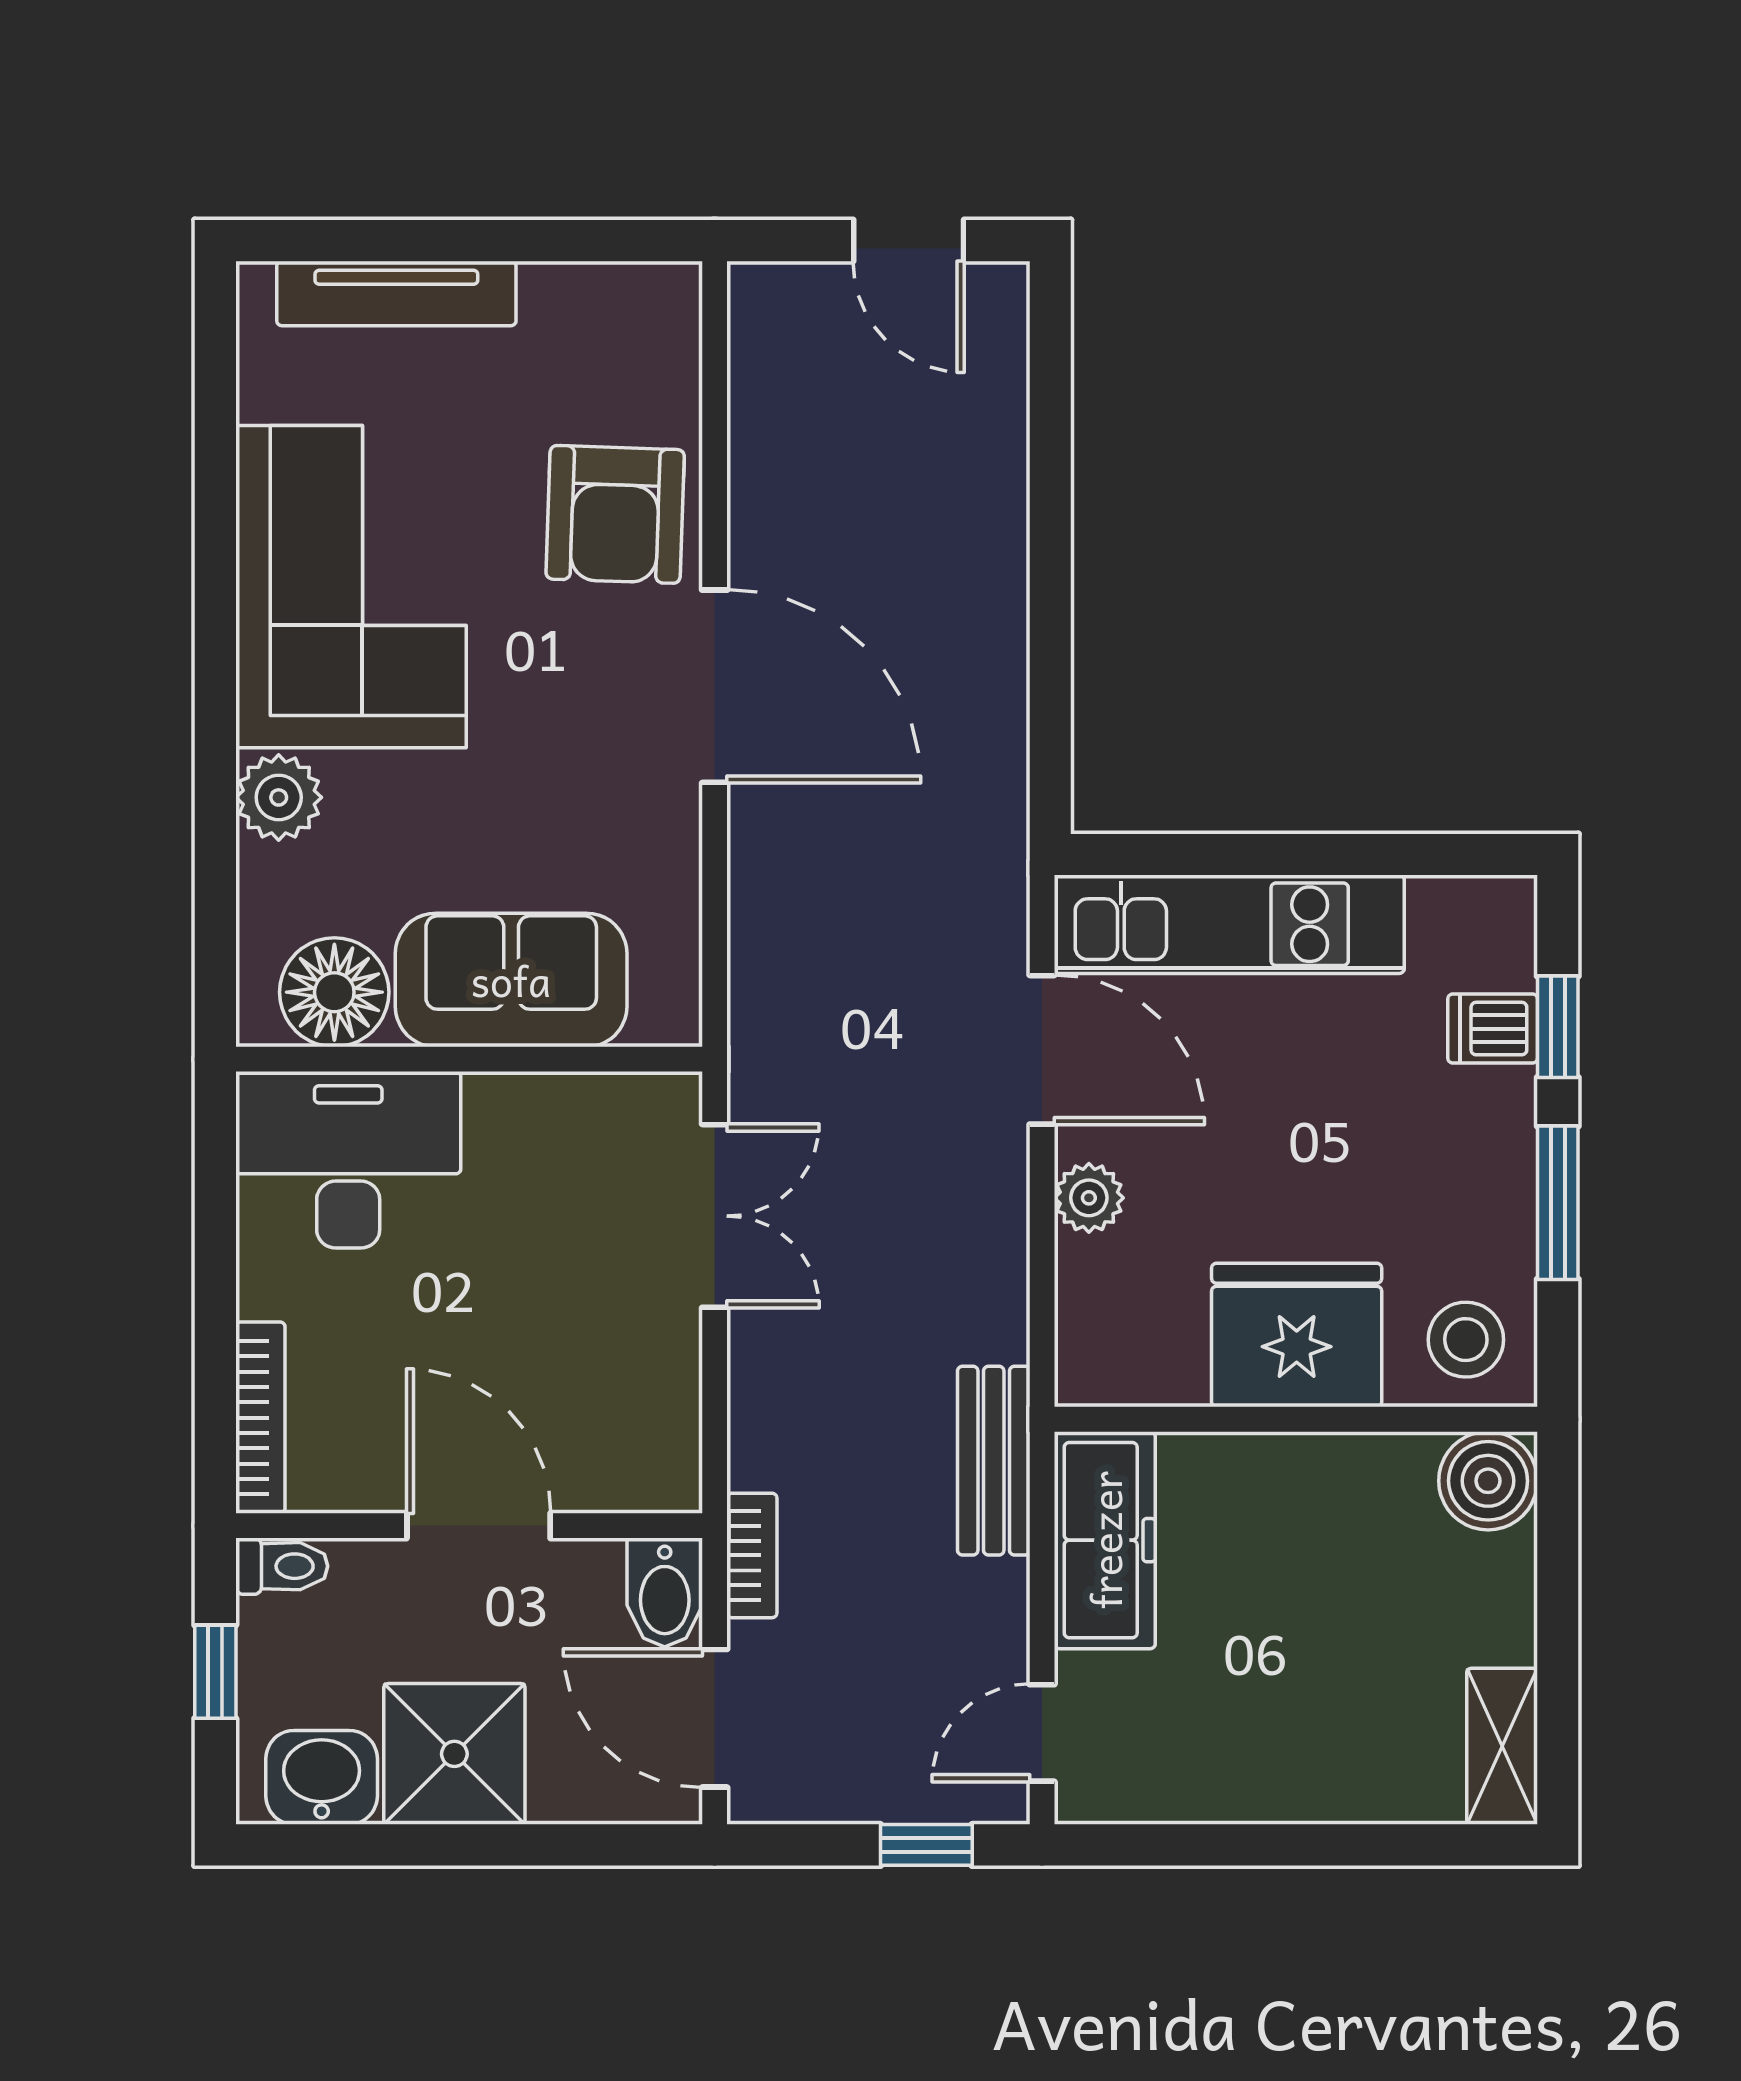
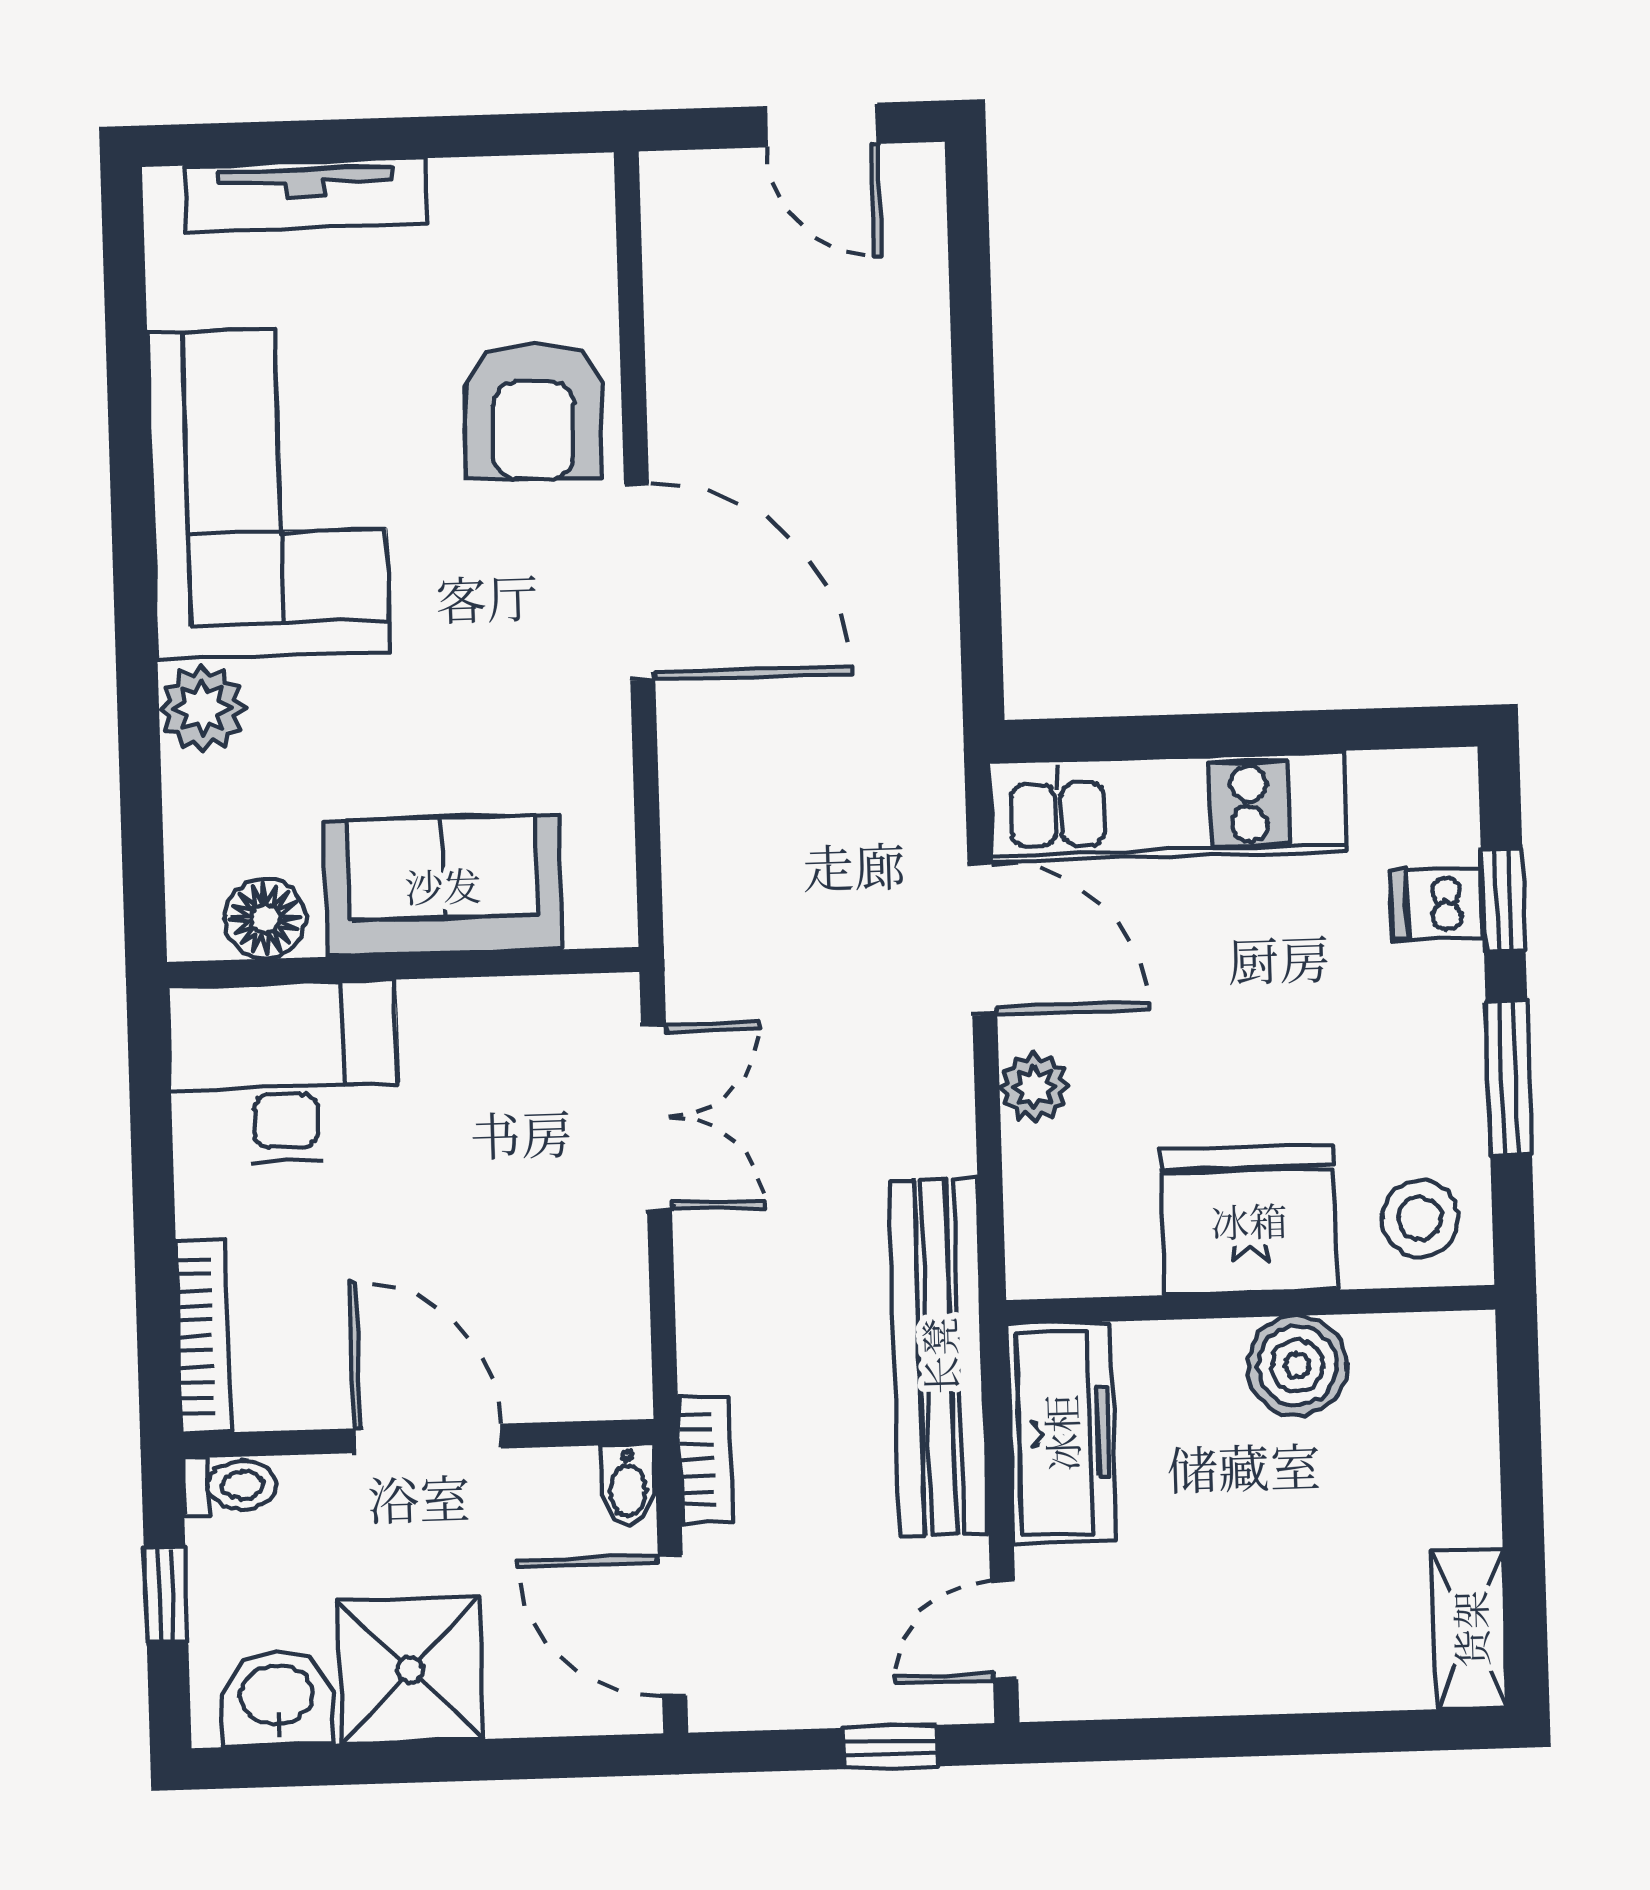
floor lamp: (334, 992) -> (265, 919), width x0.73, depth x0.73
bench: (994, 1461) -> (939, 1356), width x1.86, depth x1.21
boiler: (1488, 1481) -> (1297, 1366), moved
bidet: (665, 1592) -> (628, 1485), width x0.72, depth x0.74

